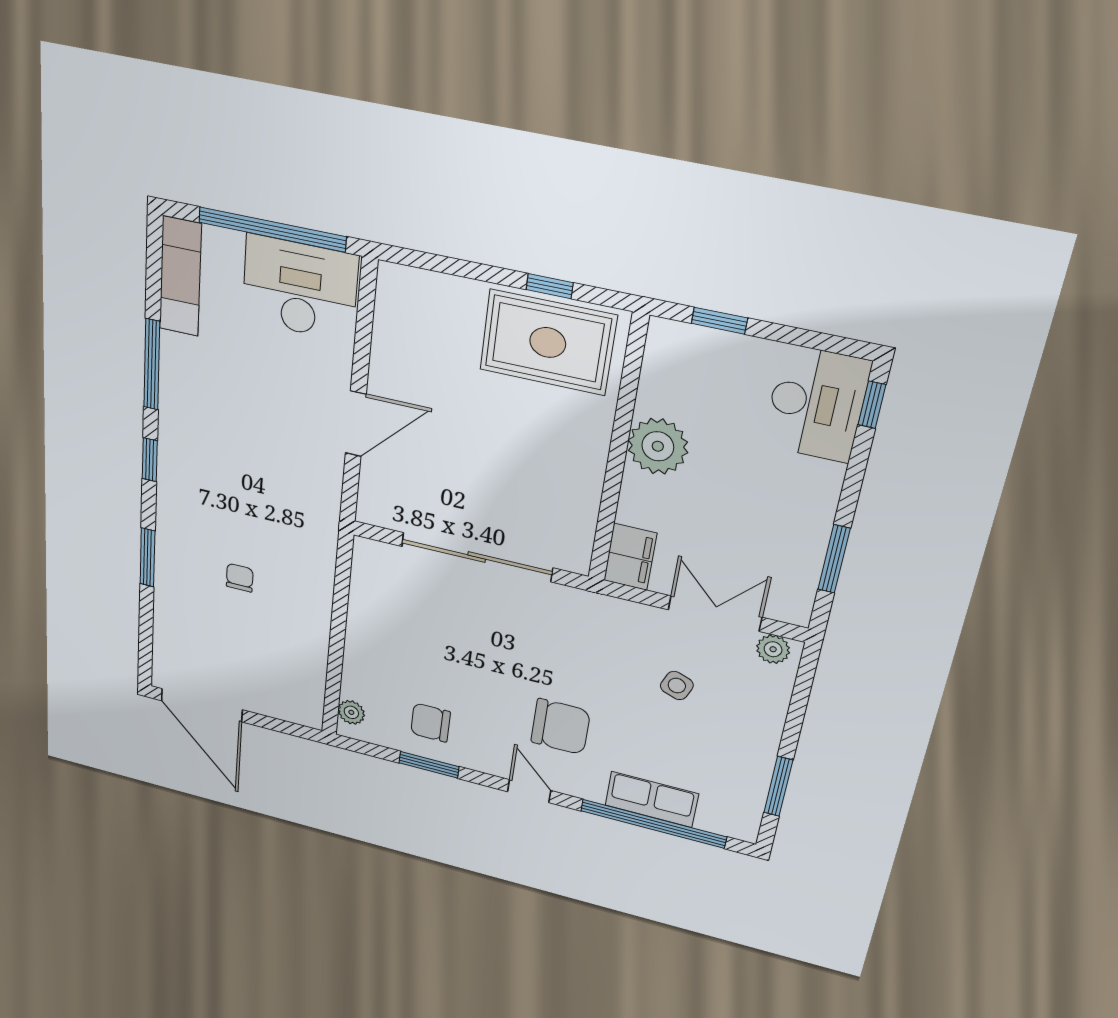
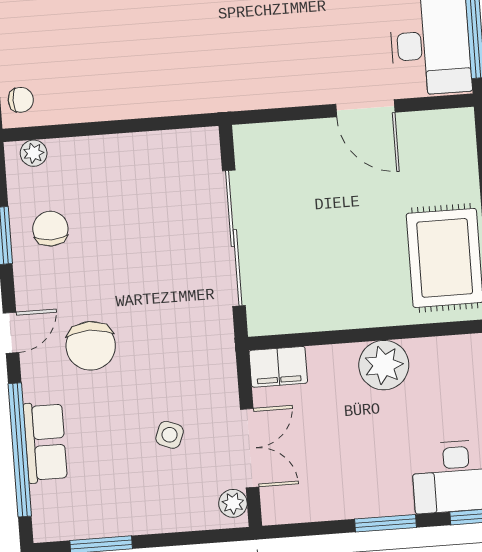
door: (356, 424) -> (365, 108), moved
window: (834, 559) -> (386, 523), moved
chair: (240, 578) -> (21, 100), moved

